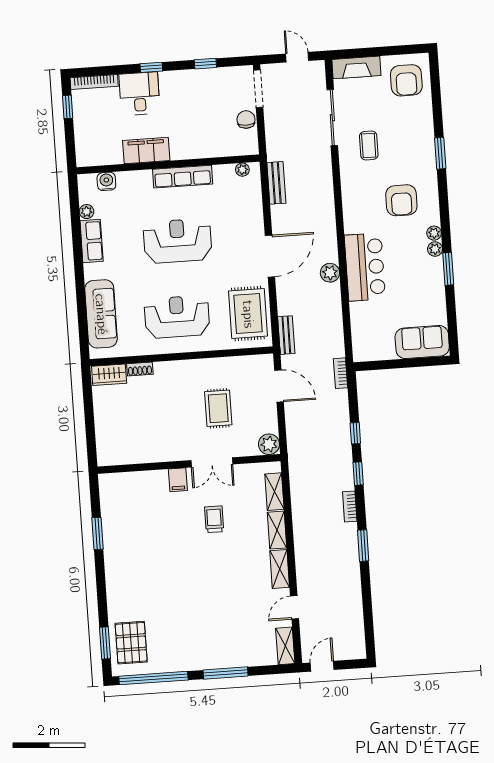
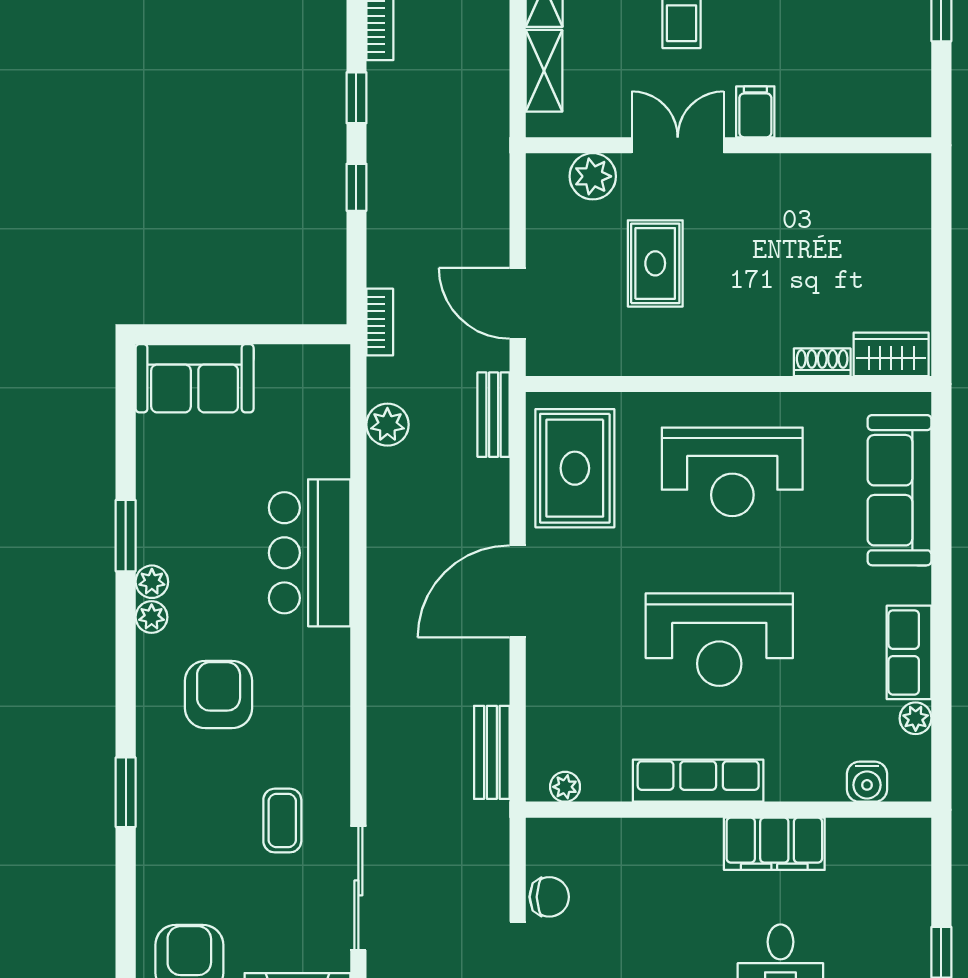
chair: (246, 120) -> (549, 897), turned -90
plant: (330, 273) -> (387, 425), moved
plant: (269, 444) -> (593, 176), moved

